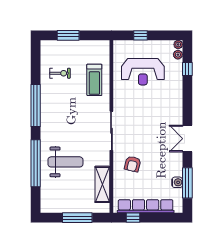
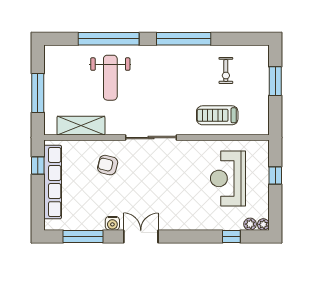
water cooler: (177, 182) -> (112, 223), moved

